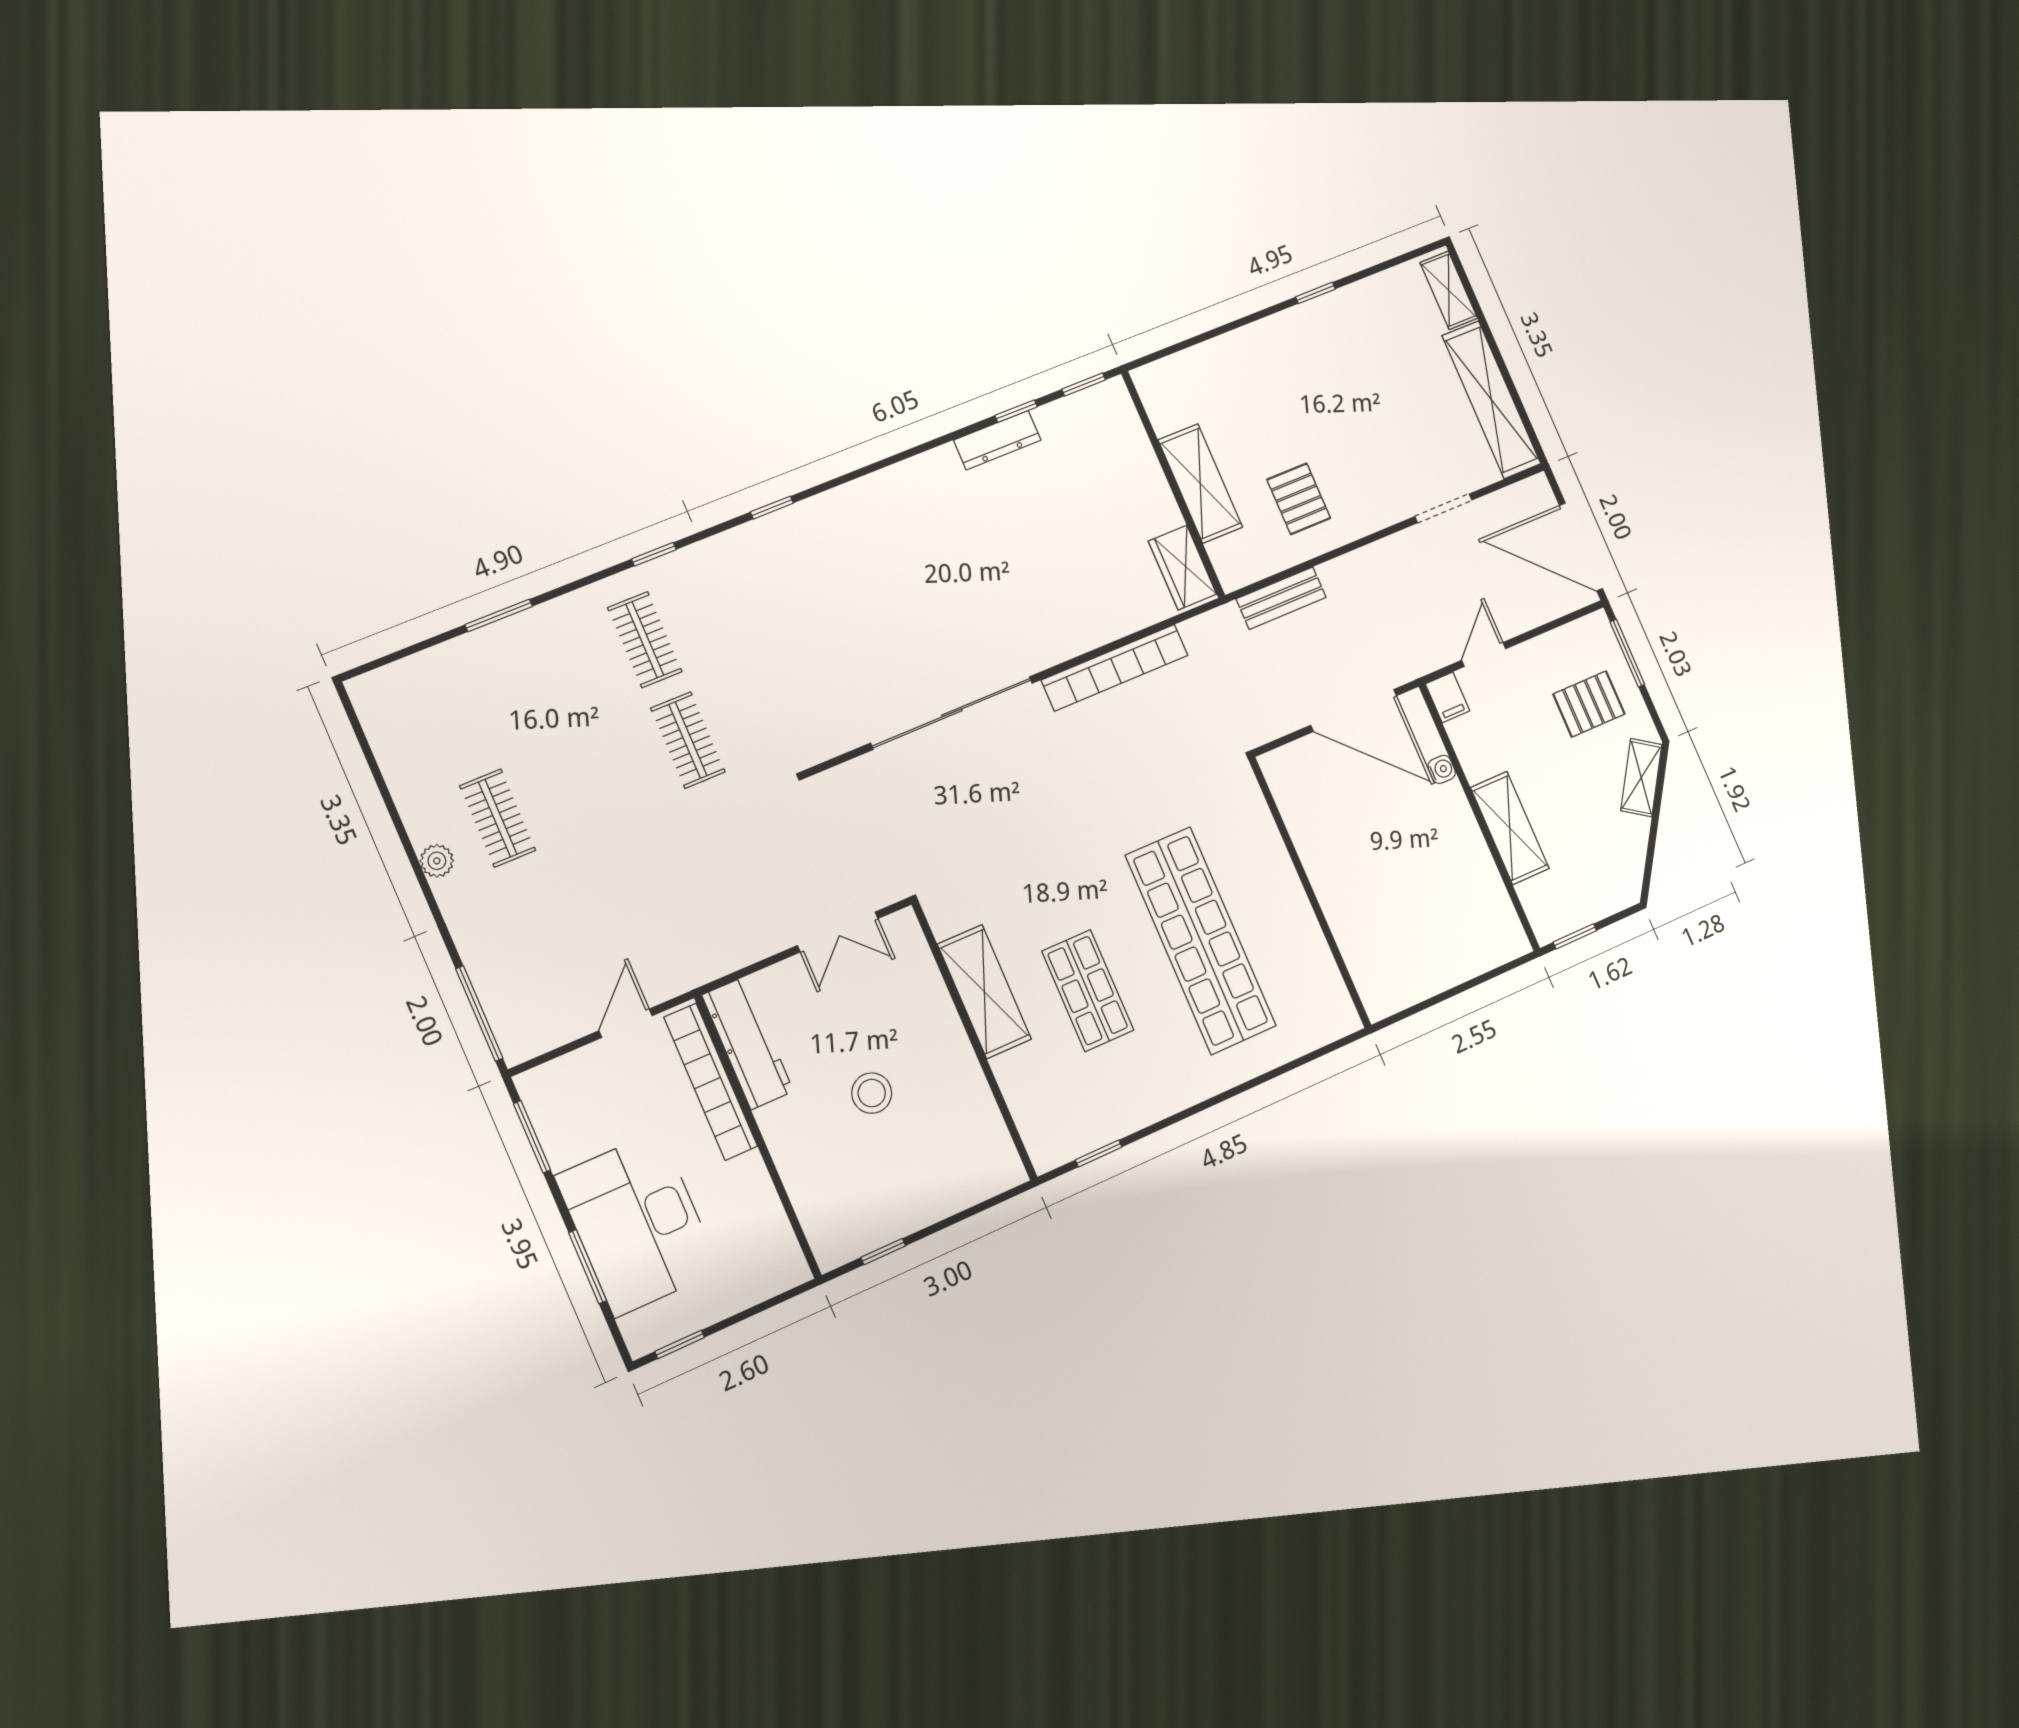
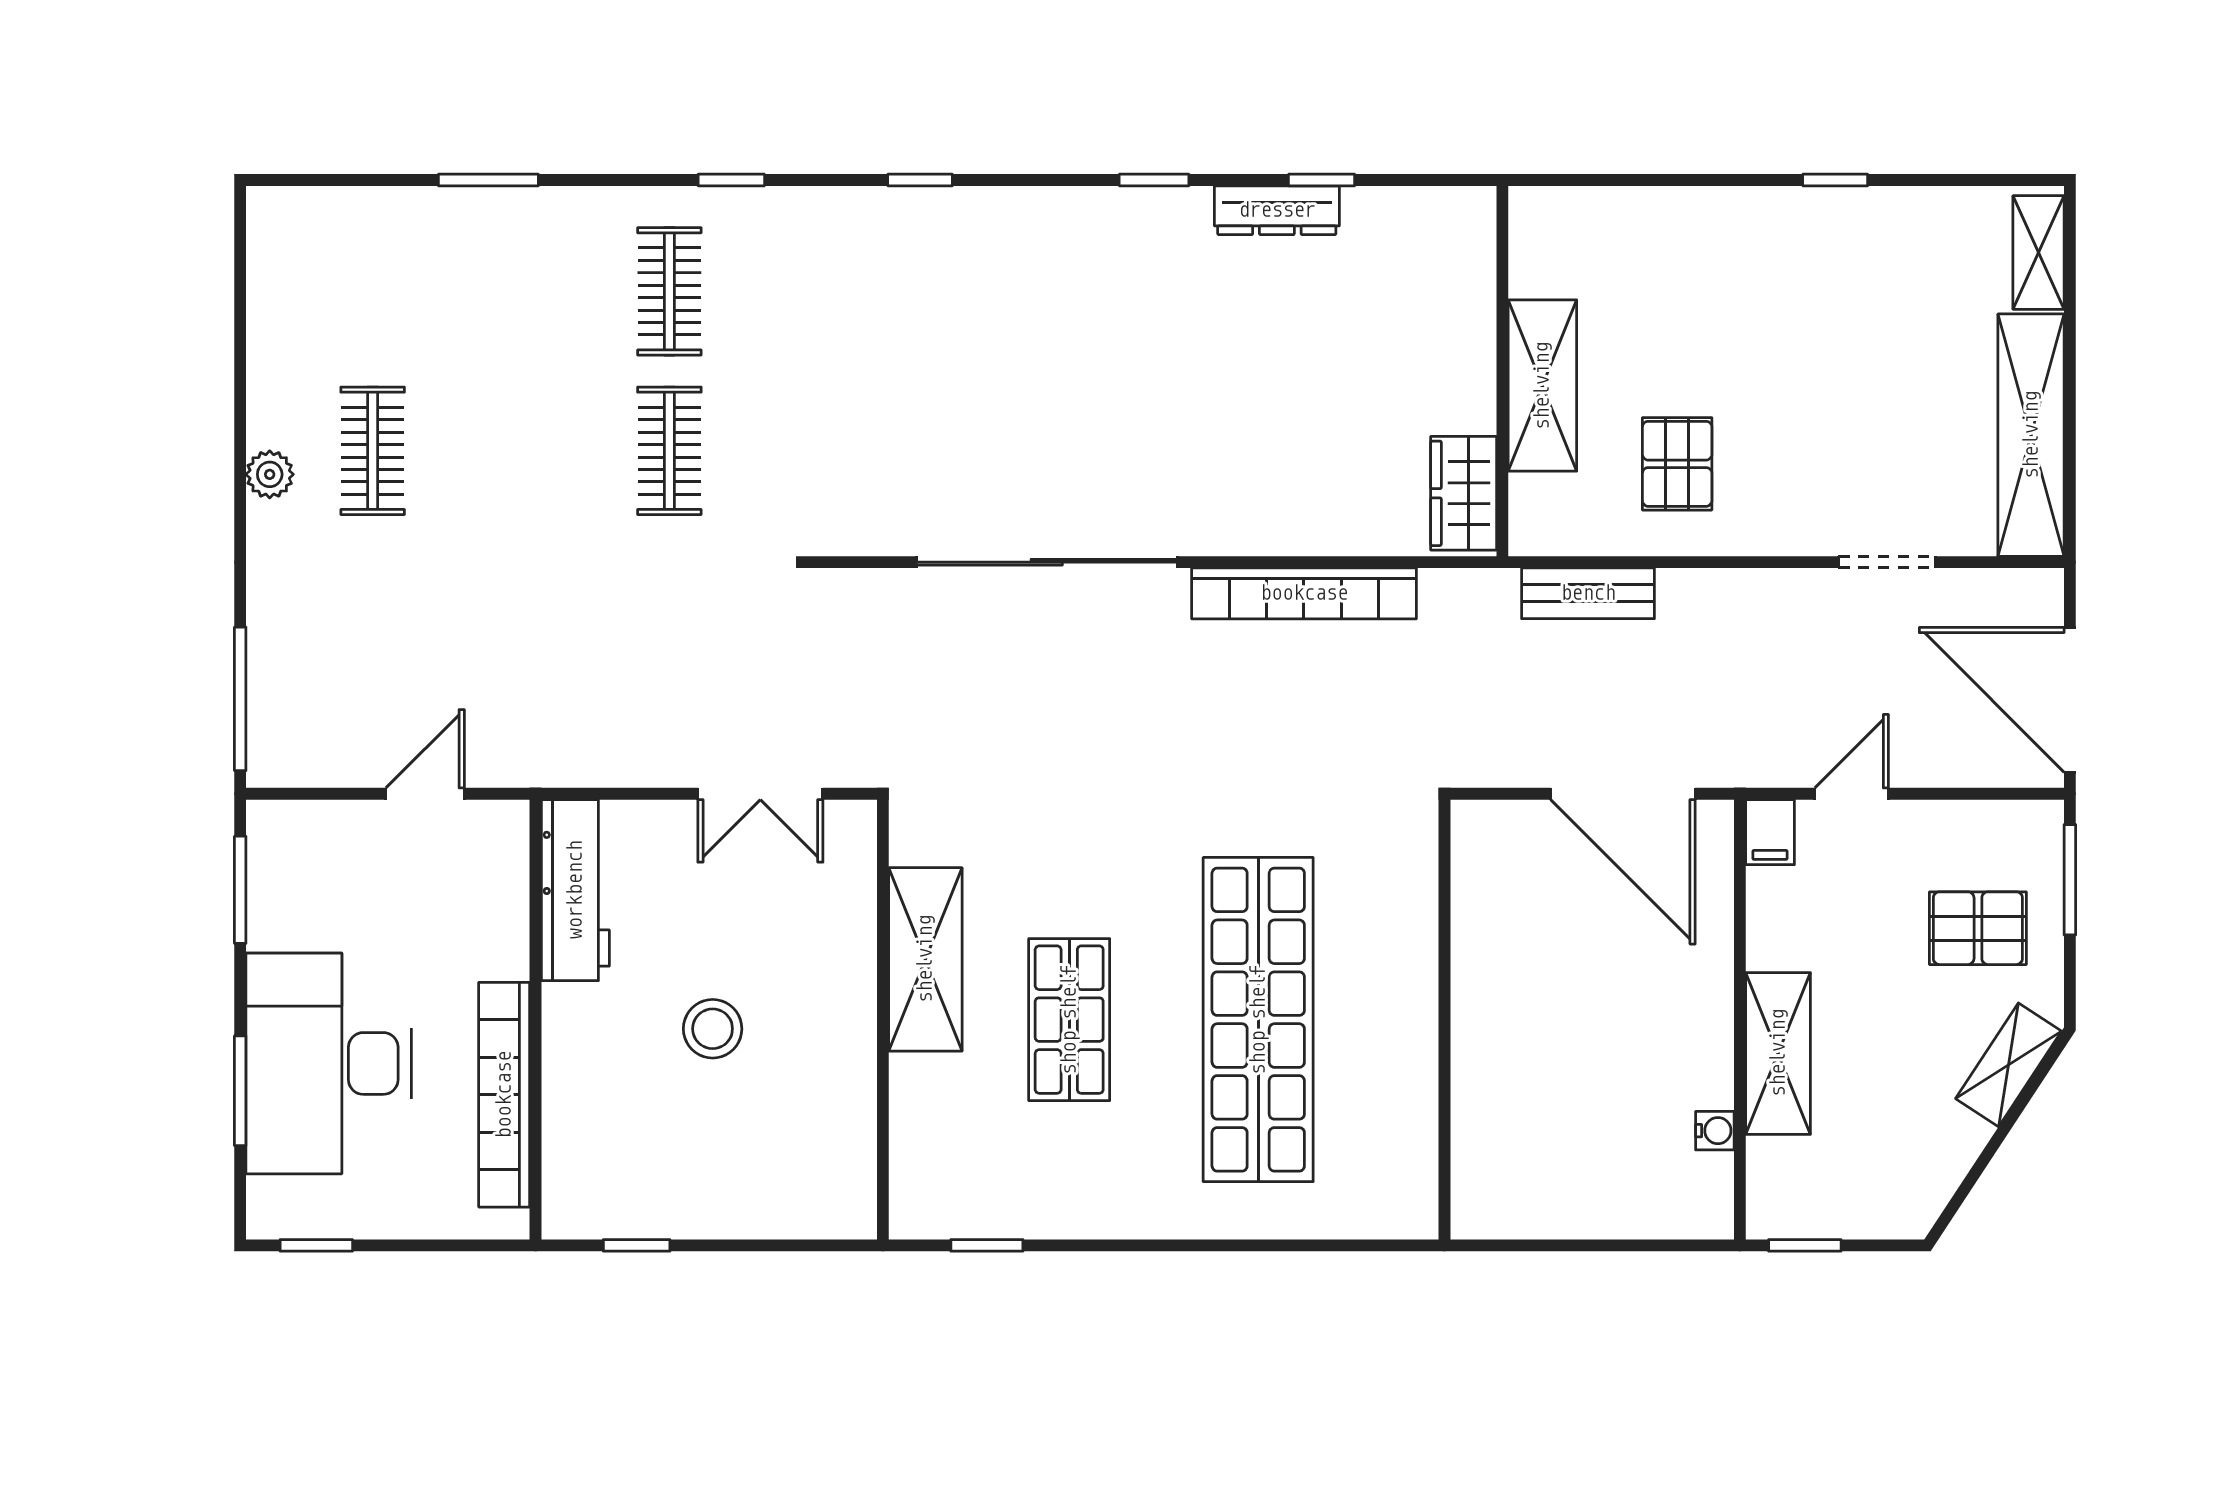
window: (1084, 384) -> (1154, 180), moved
water cooler: (1442, 769) -> (1715, 1131), moved
bookcase: (711, 1082) -> (504, 1095), moved

